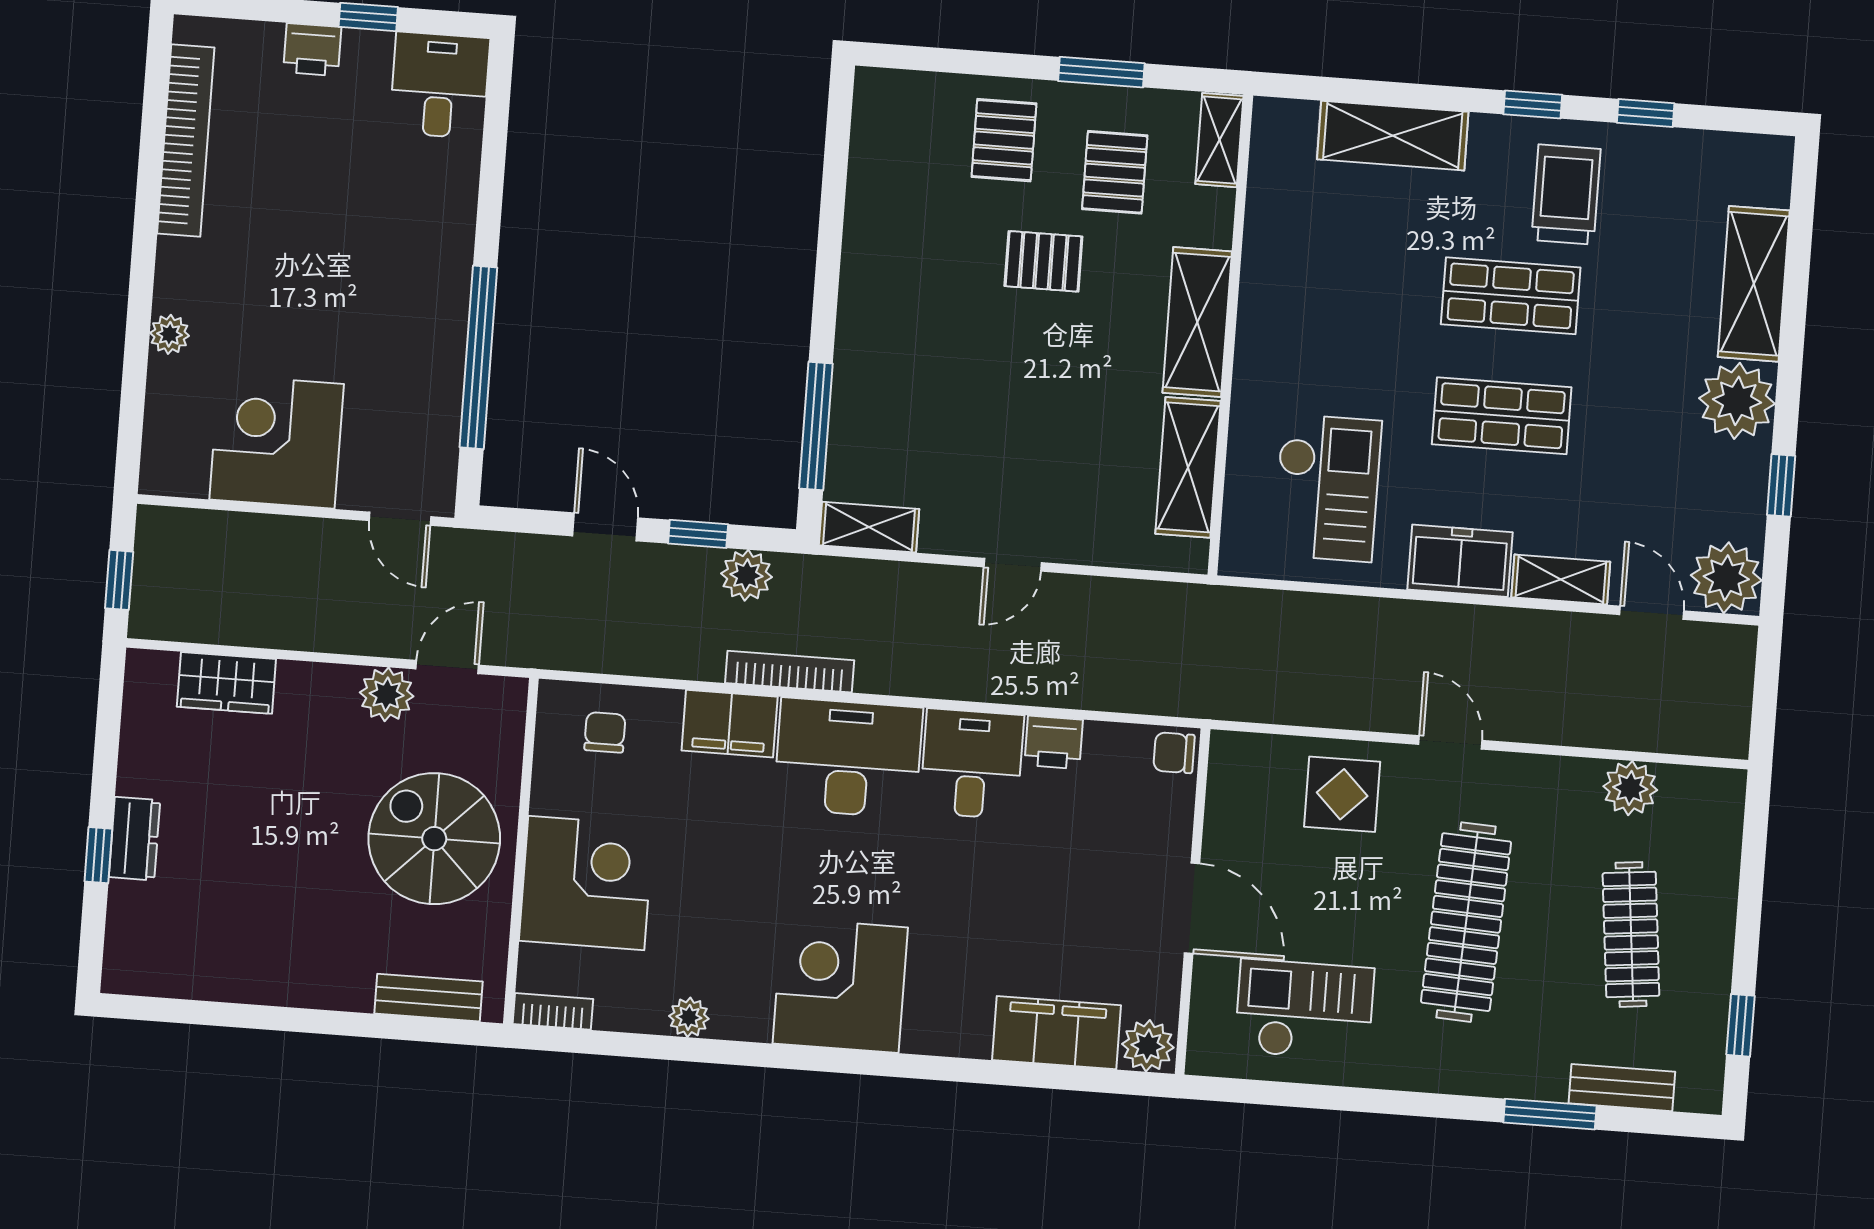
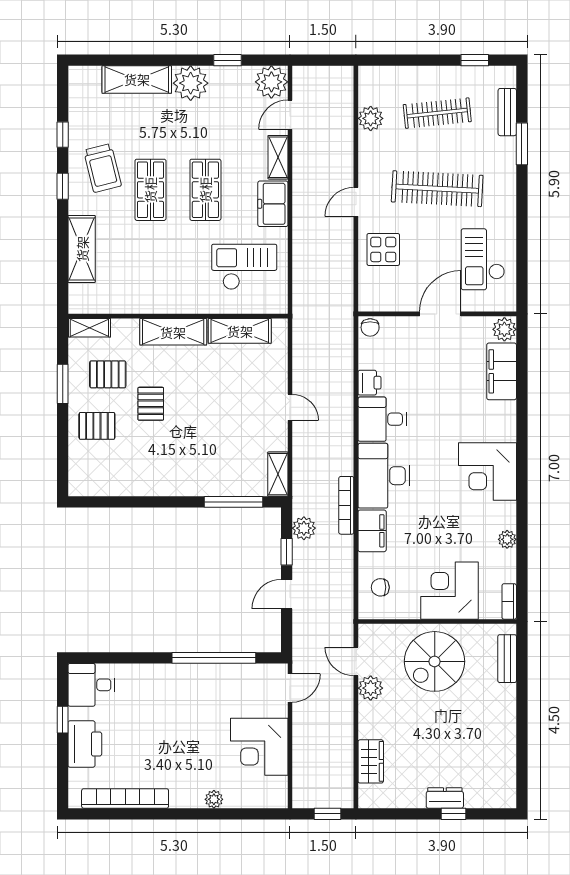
printer: (312, 50) -> (85, 744), width x1.87, depth x1.48
trolley: (1566, 195) -> (102, 168), turned -104

